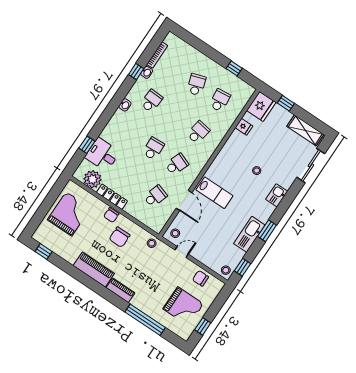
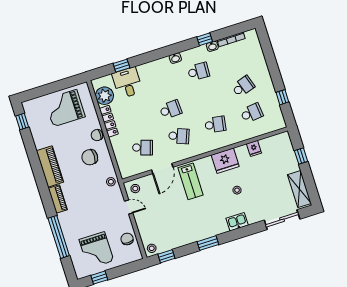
fridge: (261, 106) -> (225, 161), moved
grand piano: (69, 214) -> (65, 108), turned 180
kitchen sink: (249, 234) -> (192, 235), removed

